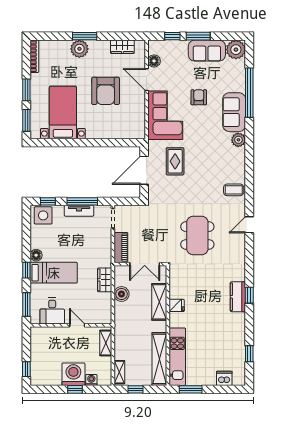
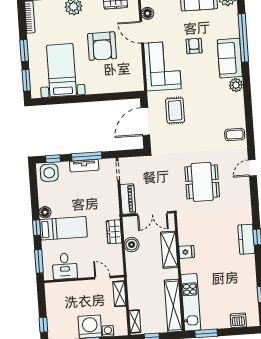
door: (77, 325) -> (102, 278), moved

